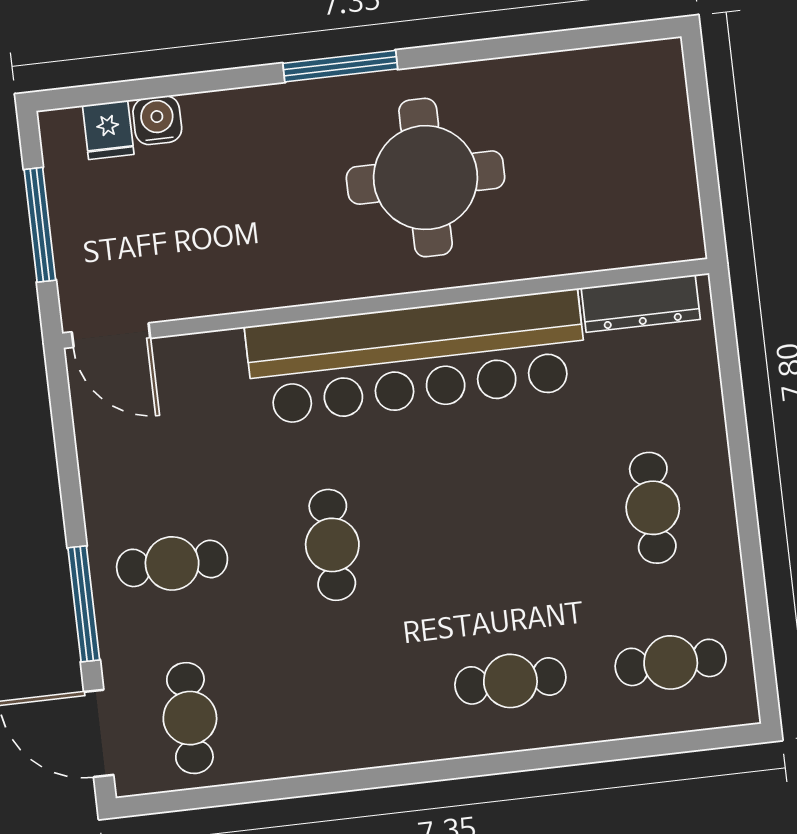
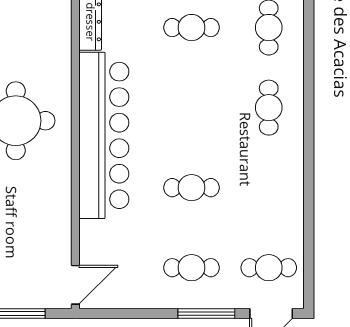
cafe table: (172, 563) -> (192, 268), turned 90

